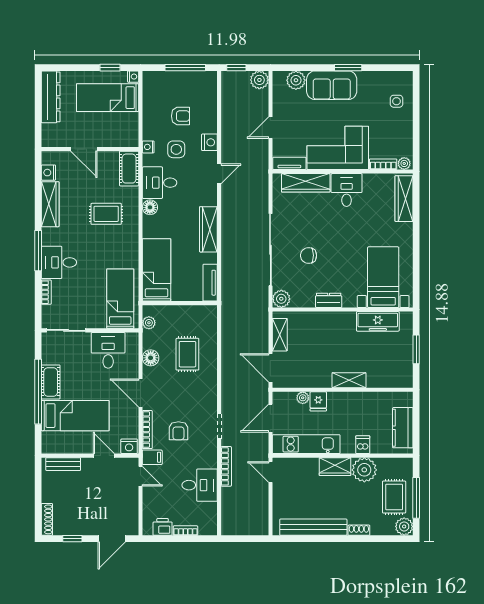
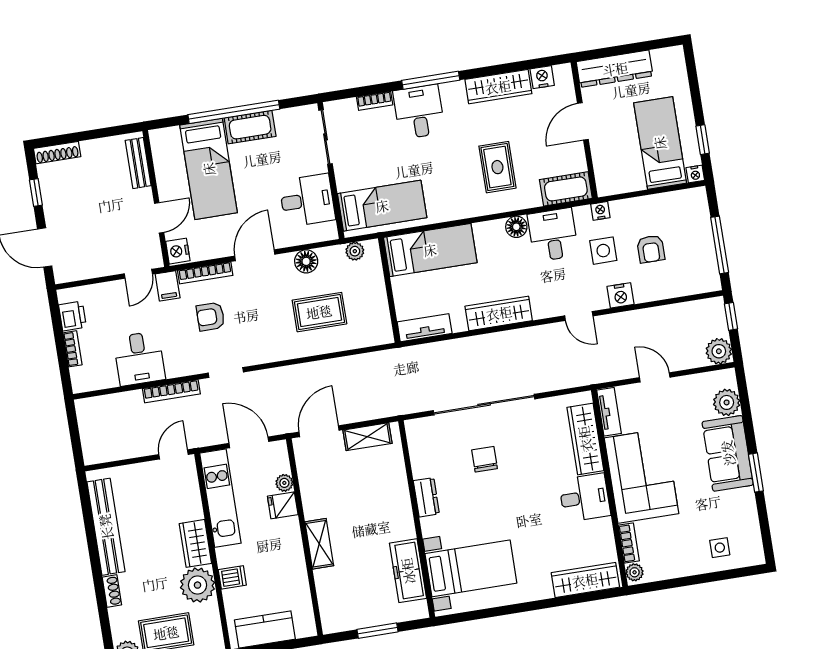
dresser: (51, 97) -> (615, 69), moved
plant: (281, 299) -> (418, 431), removed

